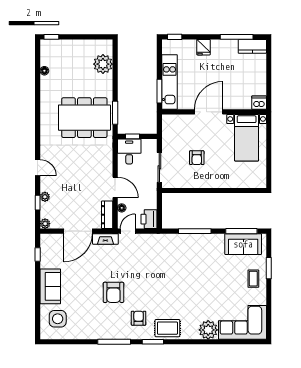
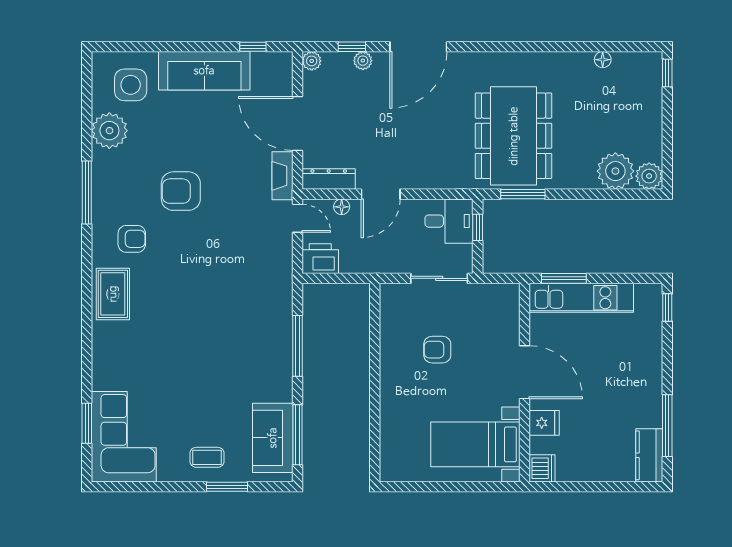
plant: (106, 46) -> (649, 176), added
fridge: (203, 47) -> (544, 423), moved, turned 180
sliding door: (159, 167) -> (439, 278), moved
door: (38, 168) -> (418, 47), width x1.87
sofa: (50, 286) -> (204, 71), width x1.36
plant: (208, 330) -> (109, 131), moved
window: (153, 342) -> (87, 423), moved

